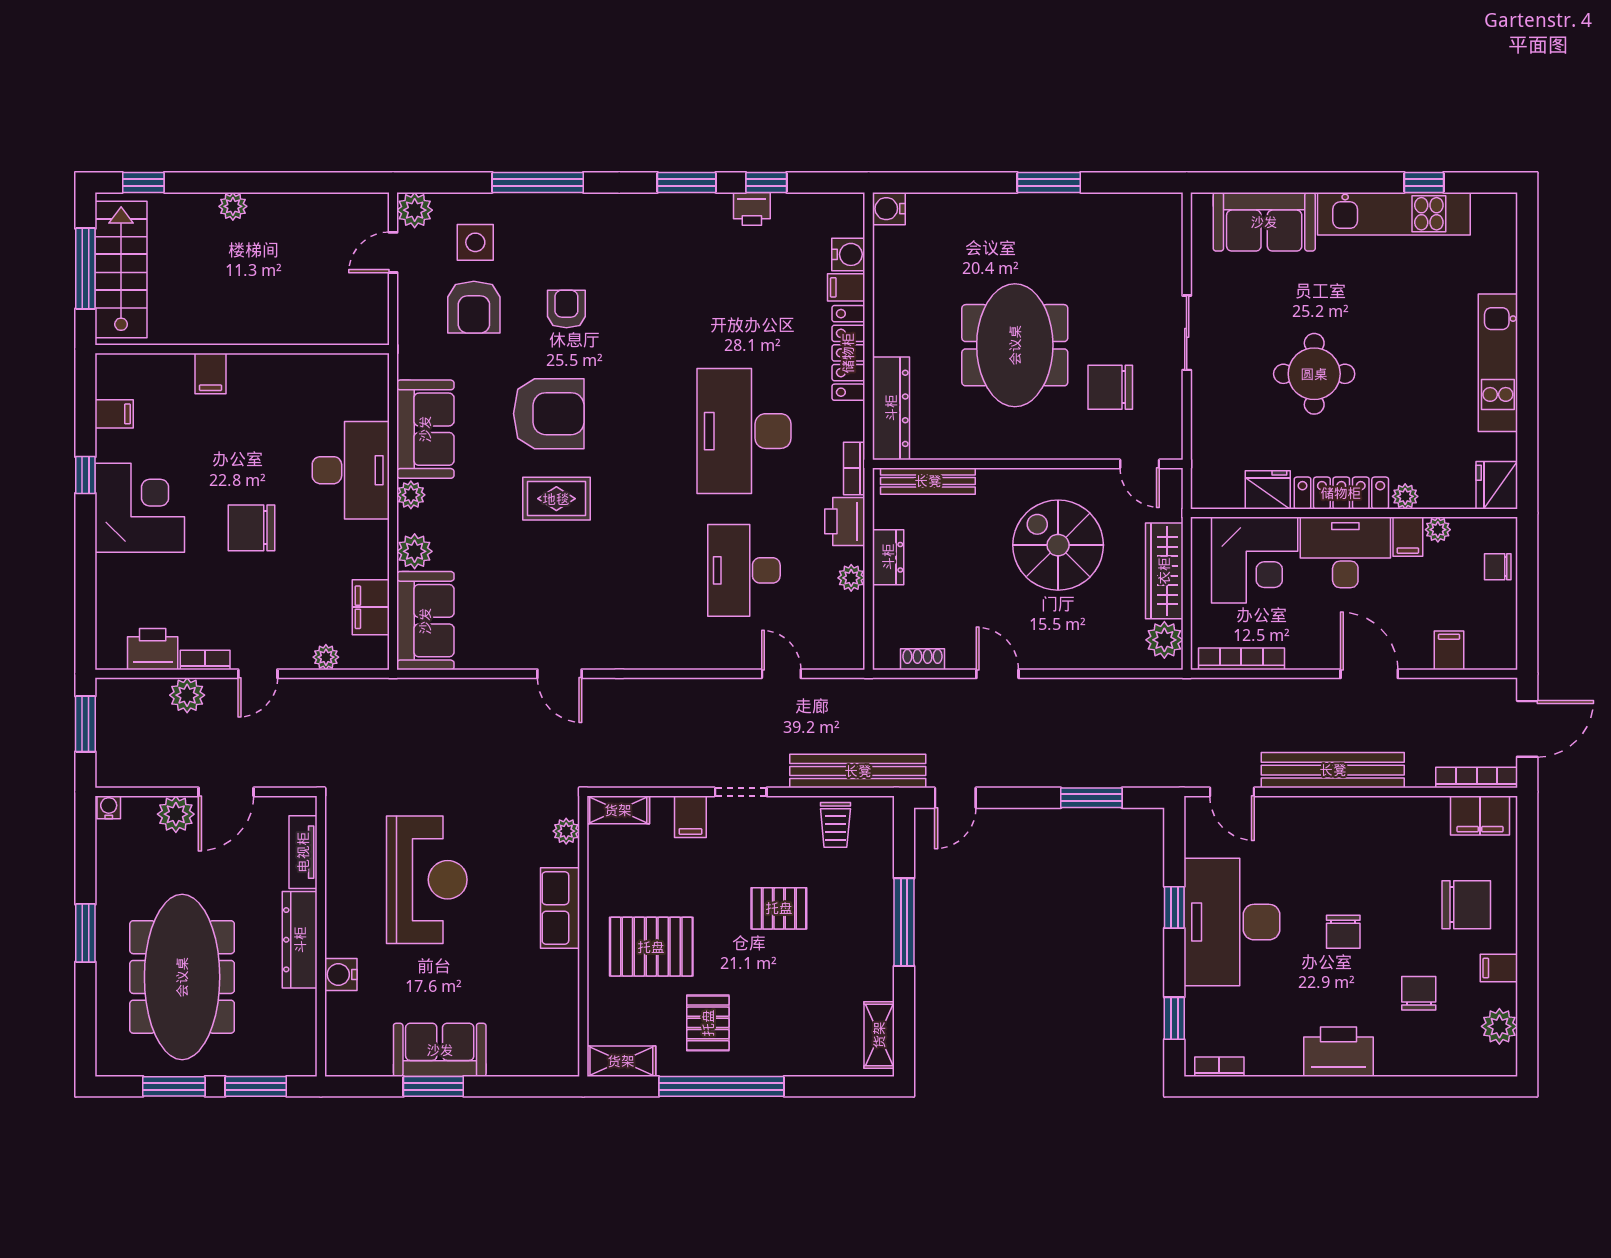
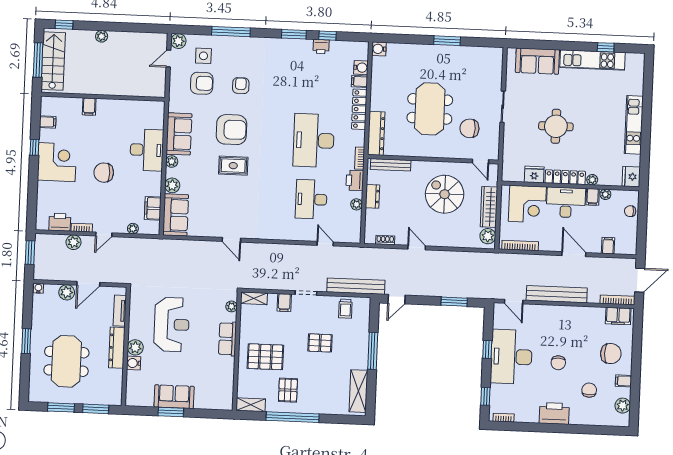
armchair: (474, 307) -> (202, 83), turned -90
plant: (343, 937) -> (135, 347), added
meeting table: (182, 977) -> (66, 361), width x0.73
shelving: (879, 1035) -> (358, 391), width x1.50, depth x1.33

